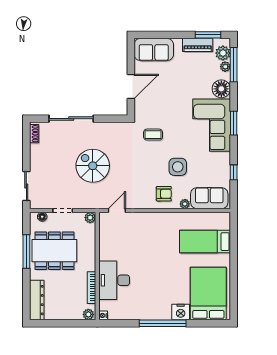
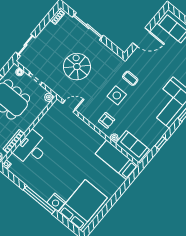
side table: (178, 167) -> (117, 95), moved
bed: (205, 242) -> (117, 160), moved

